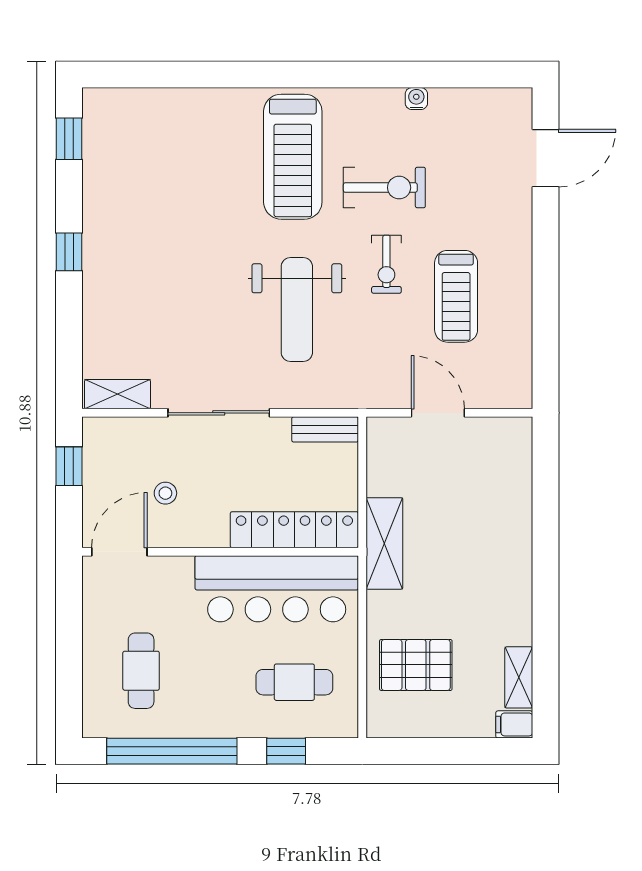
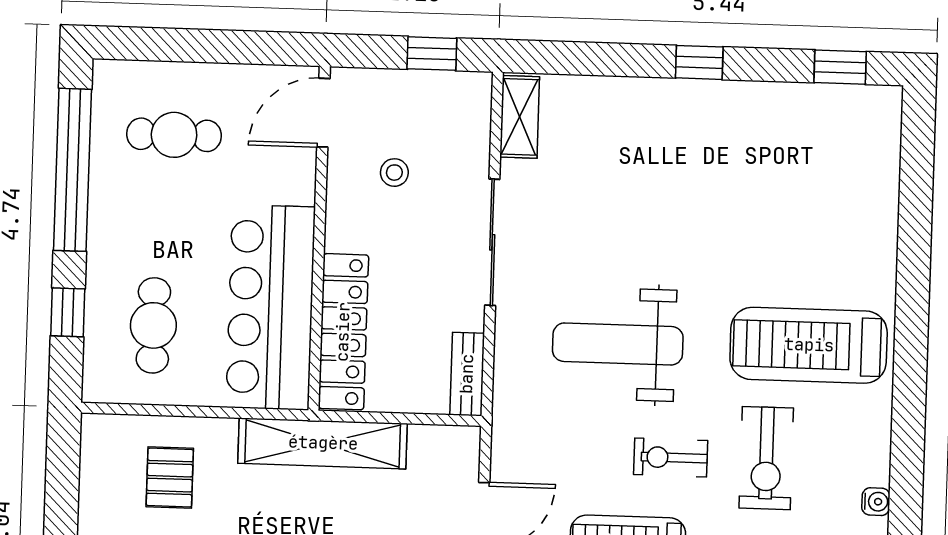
shelving: (384, 543) -> (323, 443), width x1.47
door: (119, 552) -> (323, 113), swing flipped
pallet: (416, 665) -> (170, 478), width x0.67, depth x0.71

